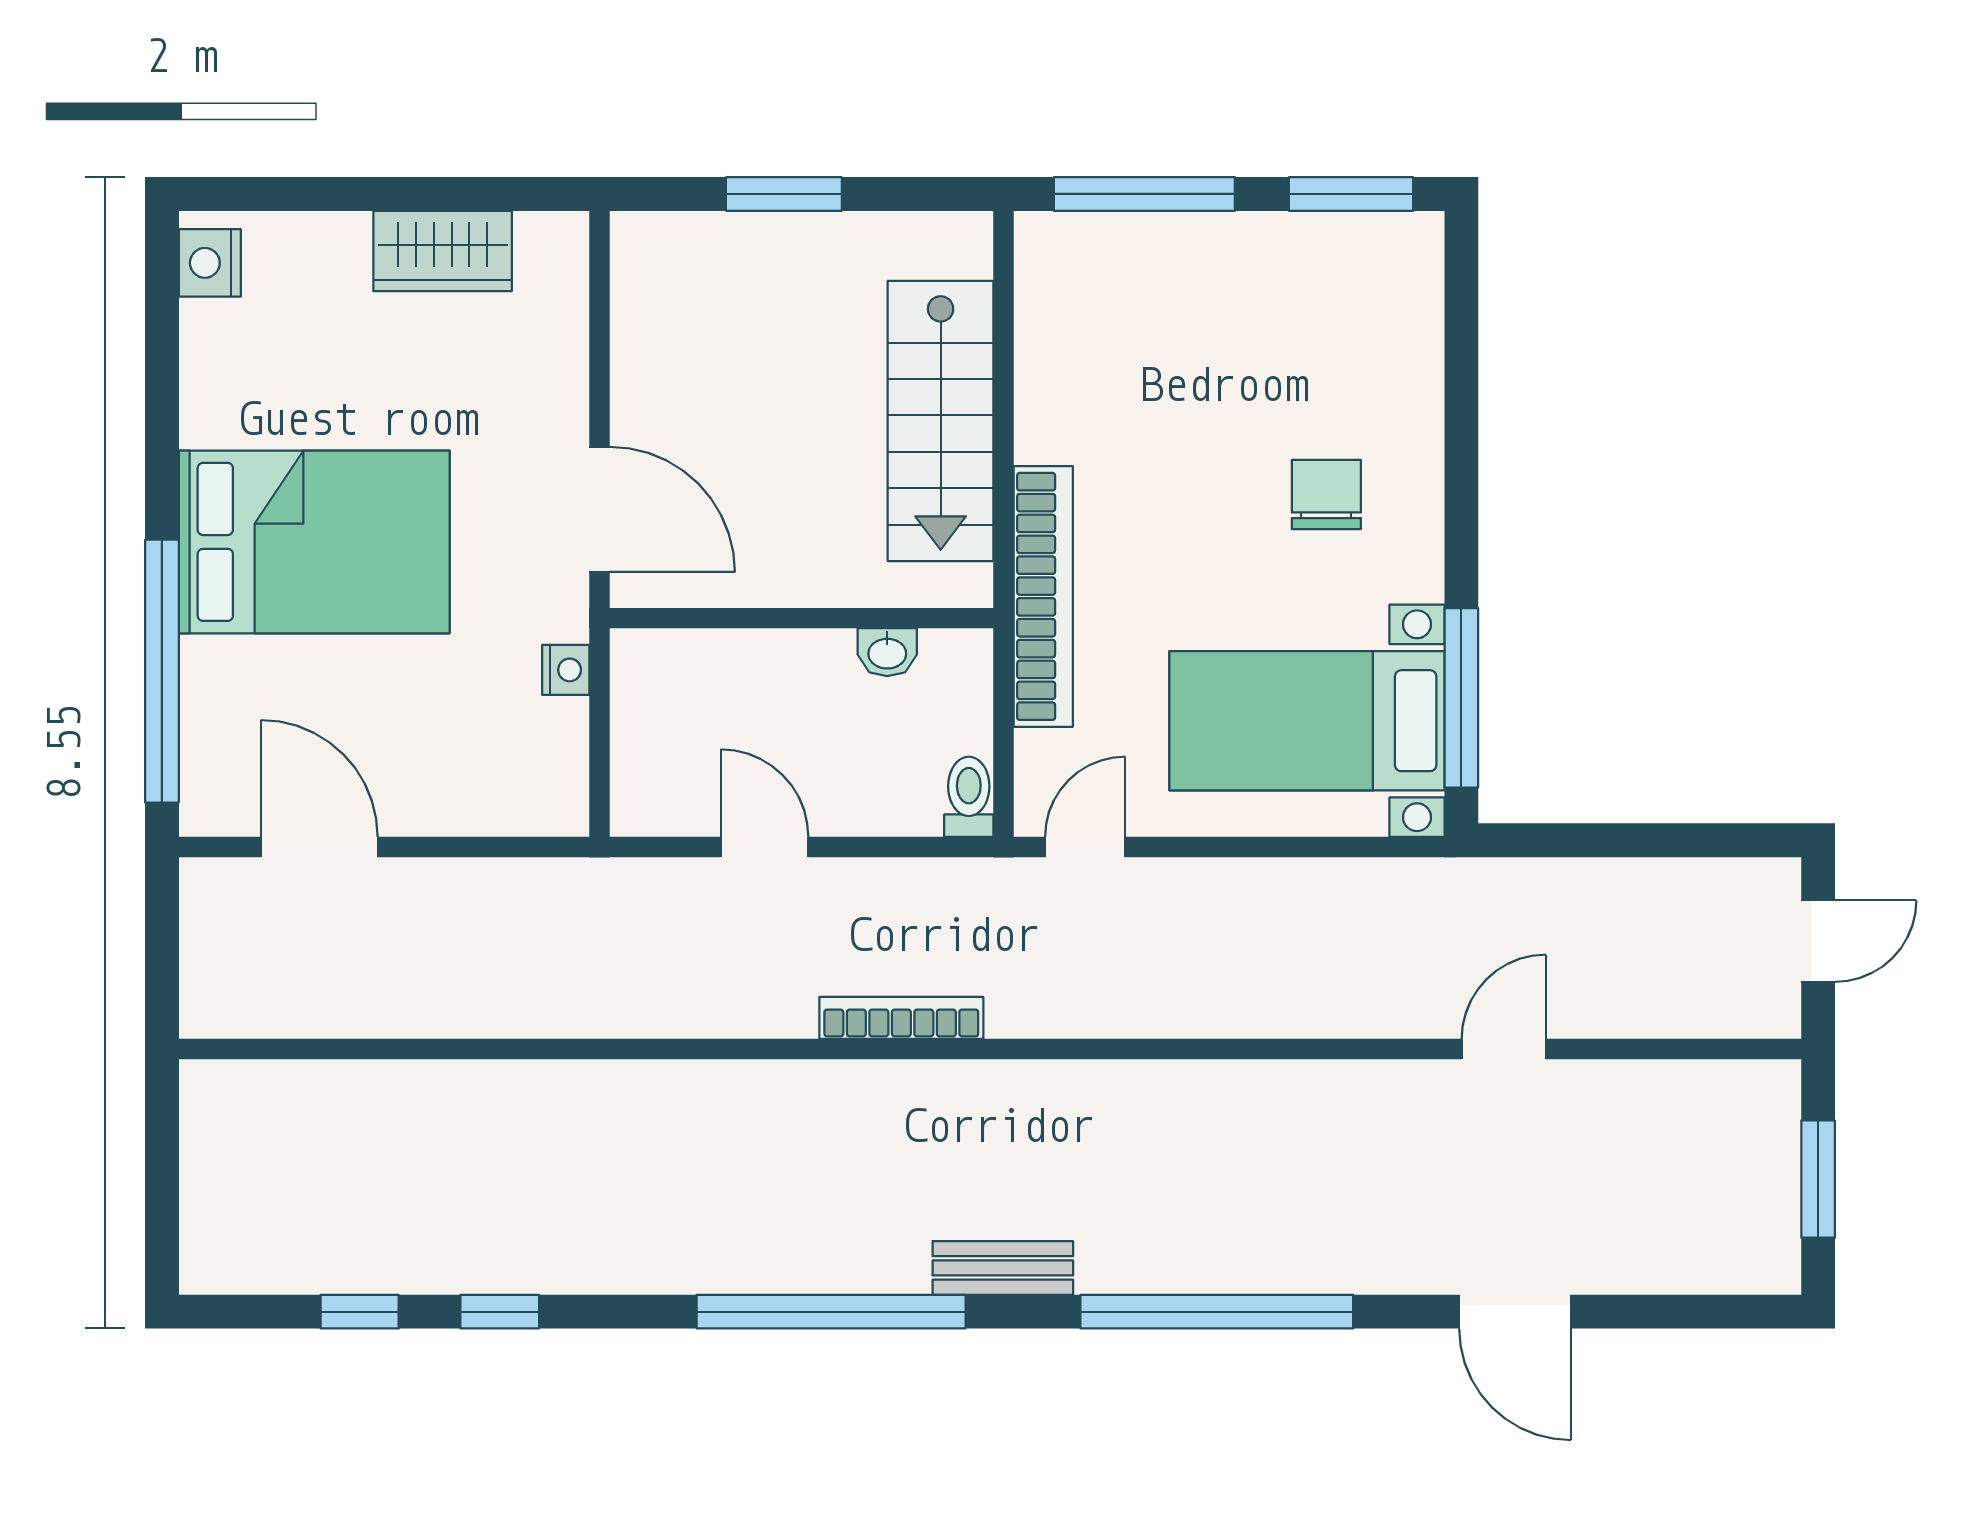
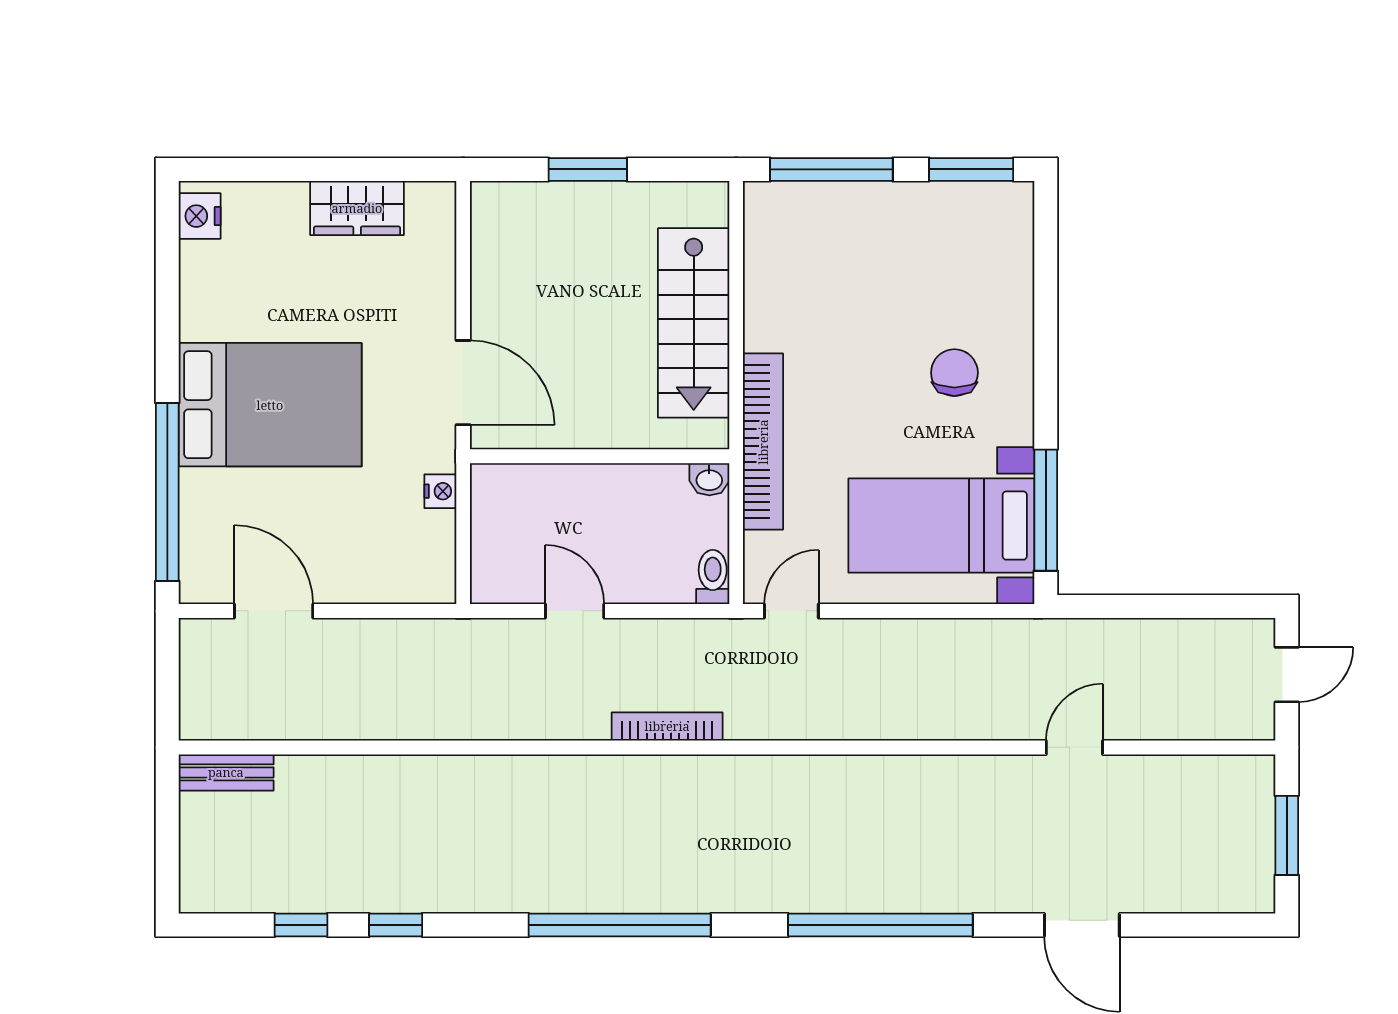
washbasin: (887, 652) -> (709, 479), moved
bench: (1003, 1268) -> (226, 772), moved

